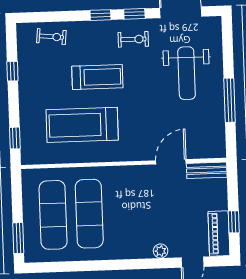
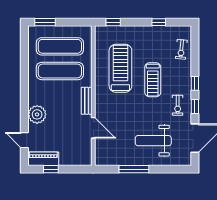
bench: (207, 170) -> (87, 101), moved
plant: (161, 251) -> (37, 114), width x1.88, depth x1.88

